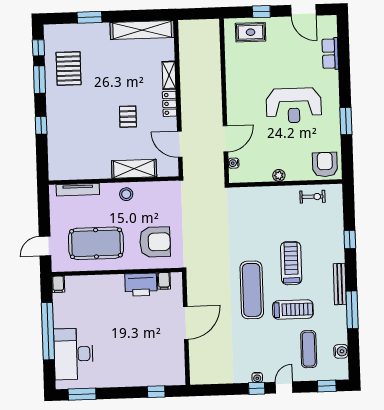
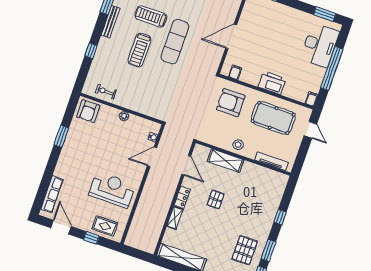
row of seats: (330, 54) -> (52, 194), width x1.48
reception desk: (294, 105) -> (112, 190), moved
door: (45, 246) -> (310, 130), hinge flipped
printer: (141, 285) -> (272, 83), moved

